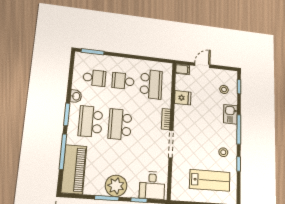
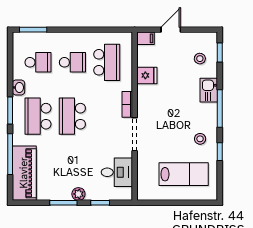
school desk: (123, 81) -> (72, 62), turned 180
desk: (152, 185) -> (117, 172), moved, turned -90
plant: (116, 186) -> (78, 194), width x0.53, depth x0.53

